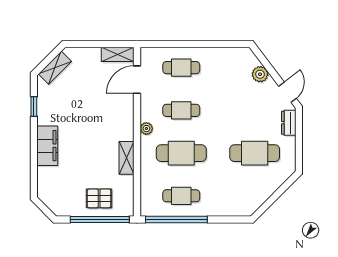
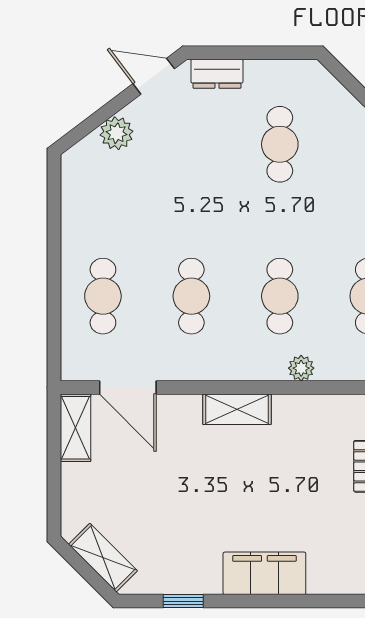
plant: (146, 129) -> (301, 368), moved
cafe table: (181, 153) -> (280, 296), width x0.73, depth x0.74
cafe table: (255, 153) -> (280, 144), width x0.73, depth x0.74
shelving: (127, 158) -> (237, 409), moved

